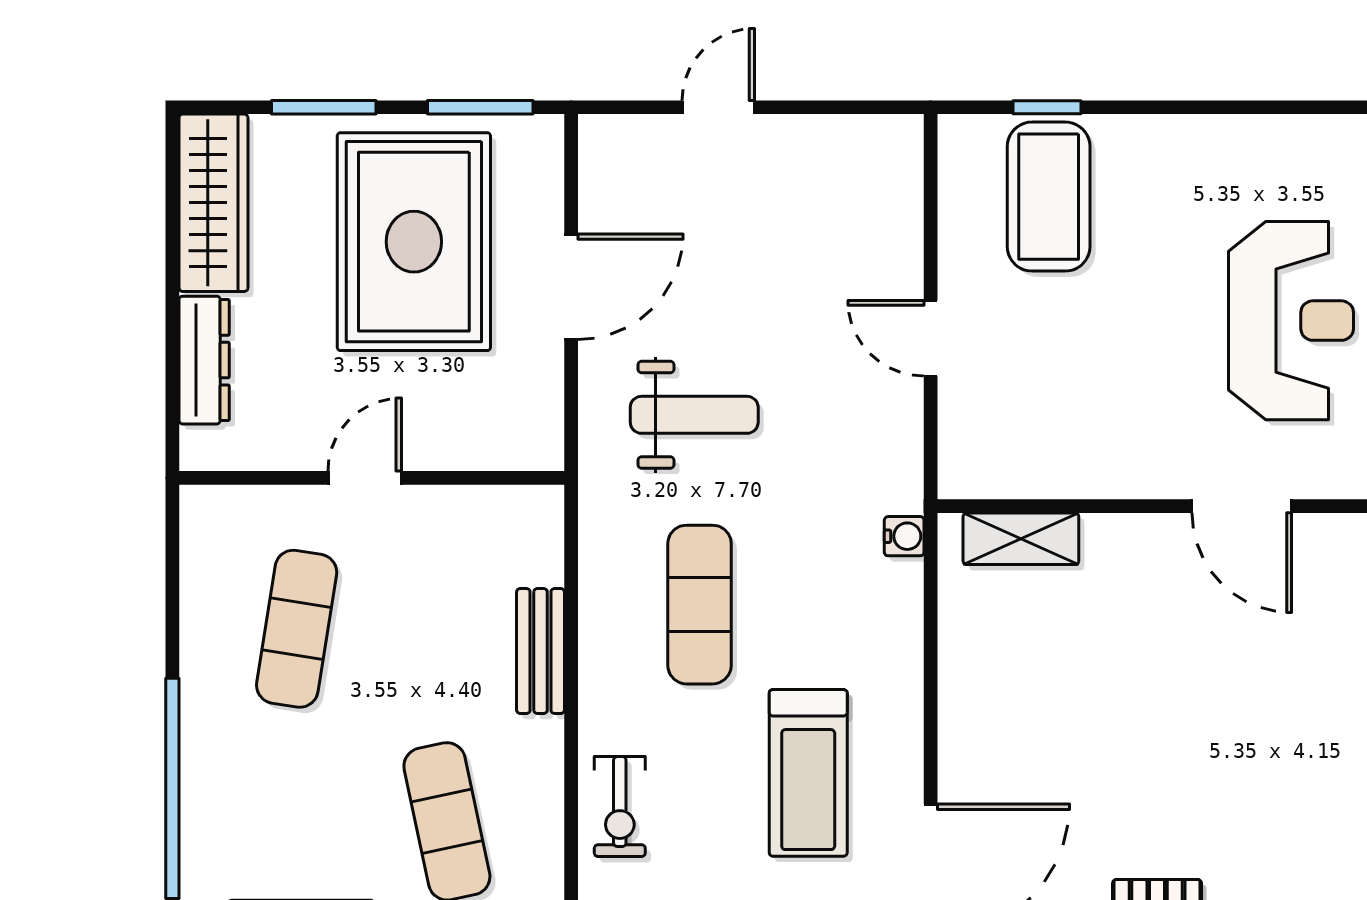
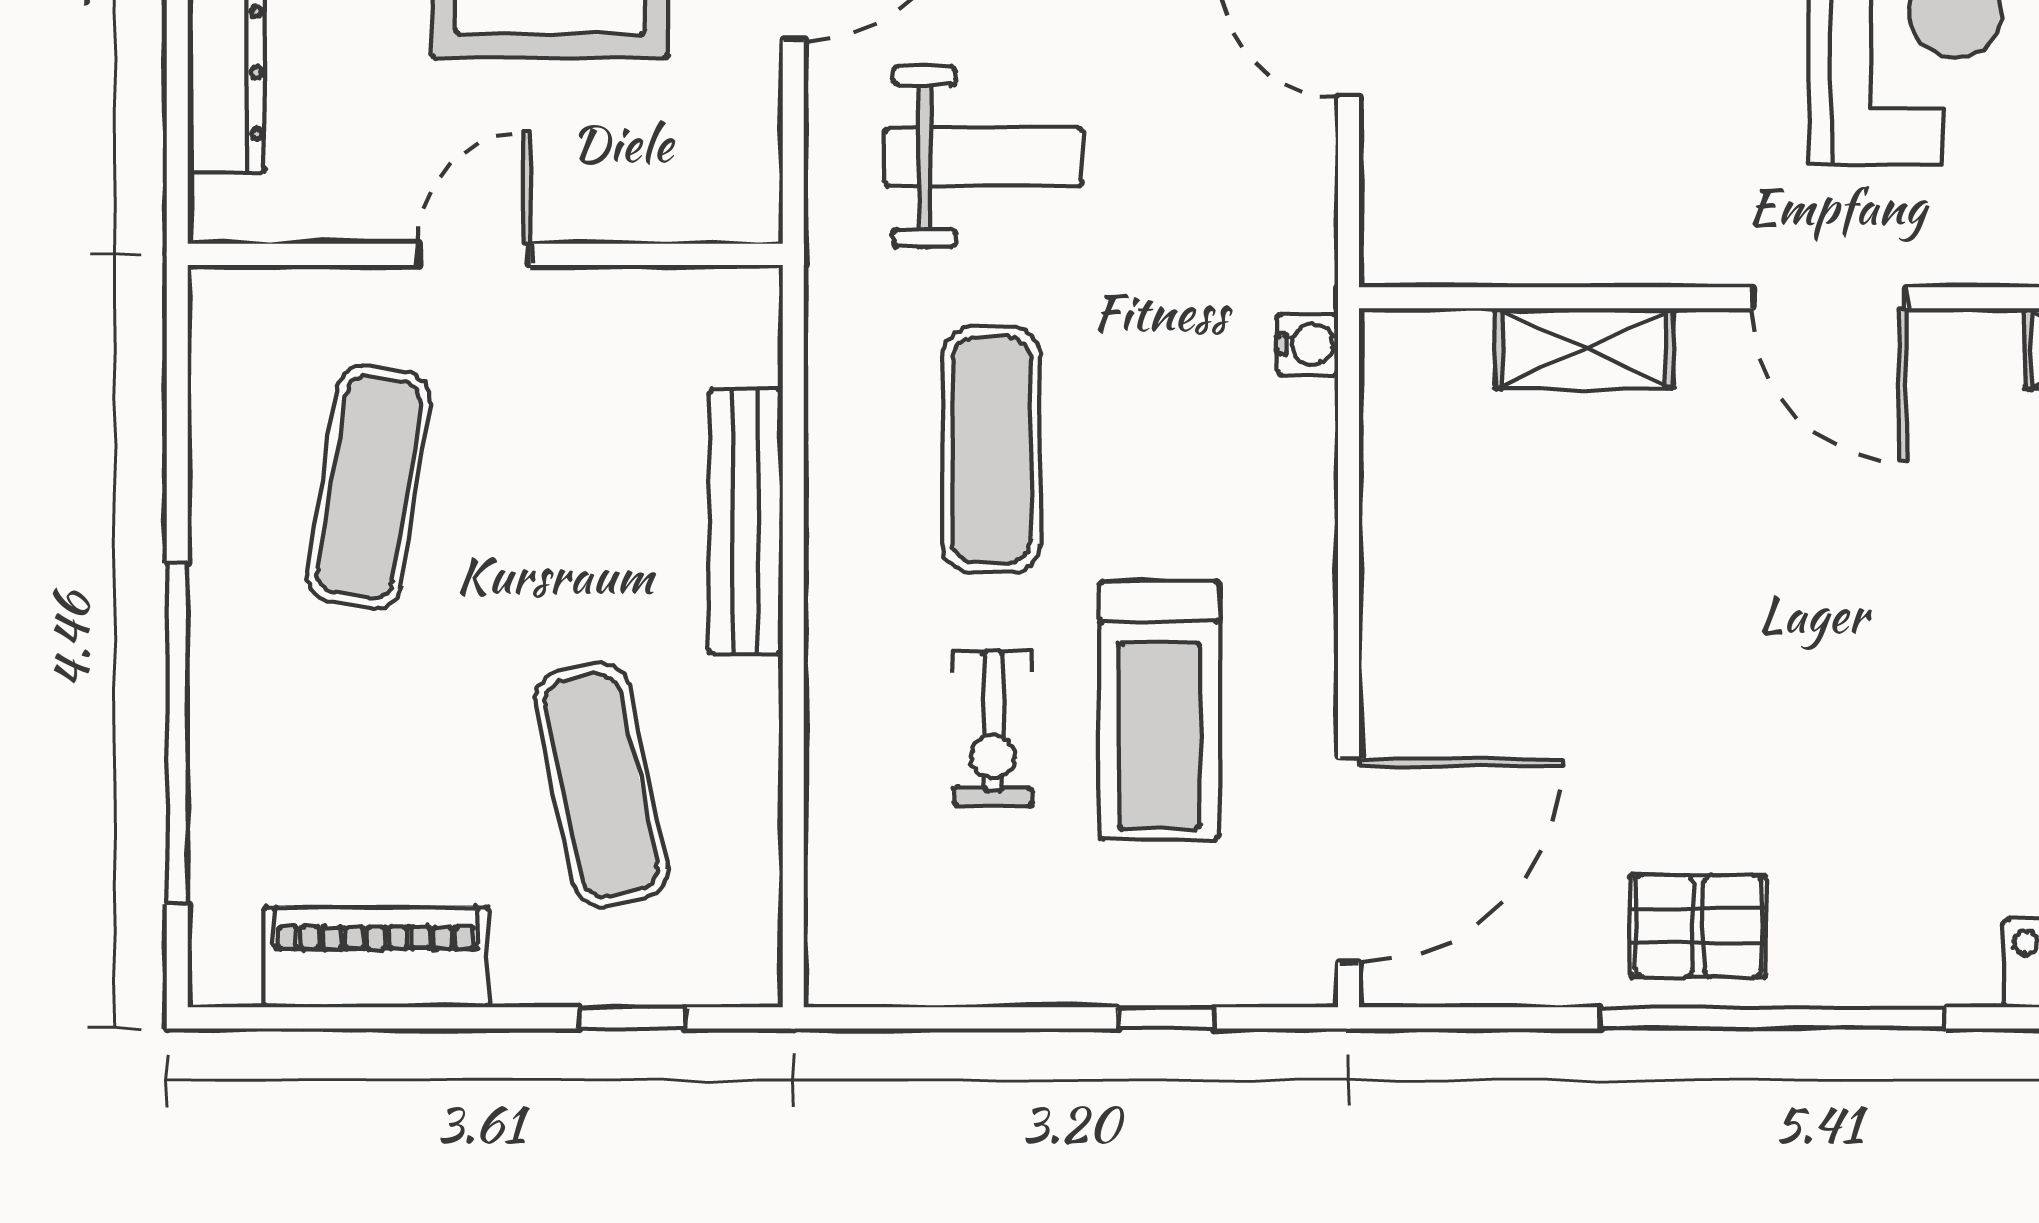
shelving: (1021, 539) -> (1584, 348), moved
bench: (541, 651) -> (746, 522), width x1.36
exercise bike: (620, 807) -> (993, 729), moved

